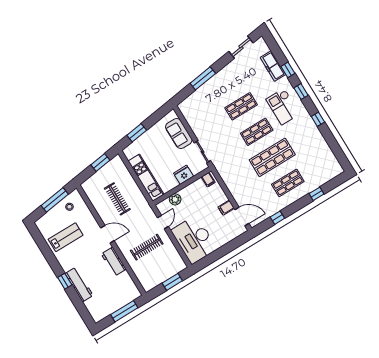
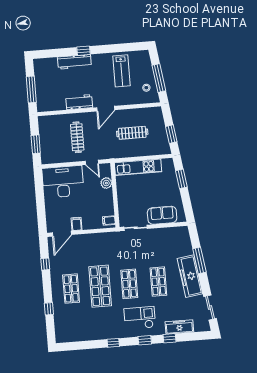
freezer: (222, 80) -> (190, 276), added
fridge: (184, 175) -> (124, 201), removed

